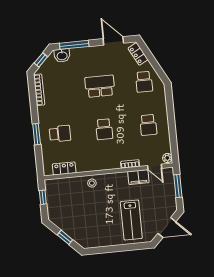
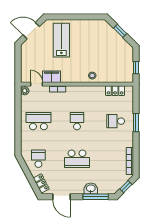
washbasin: (62, 56) -> (91, 189), moved
school desk: (148, 125) -> (38, 121), width x1.85
window: (178, 186) -> (18, 66), removed

